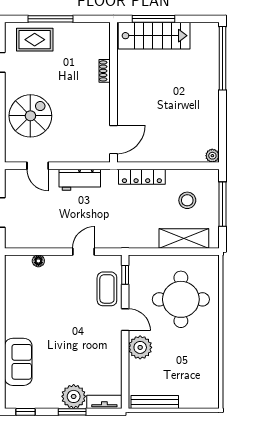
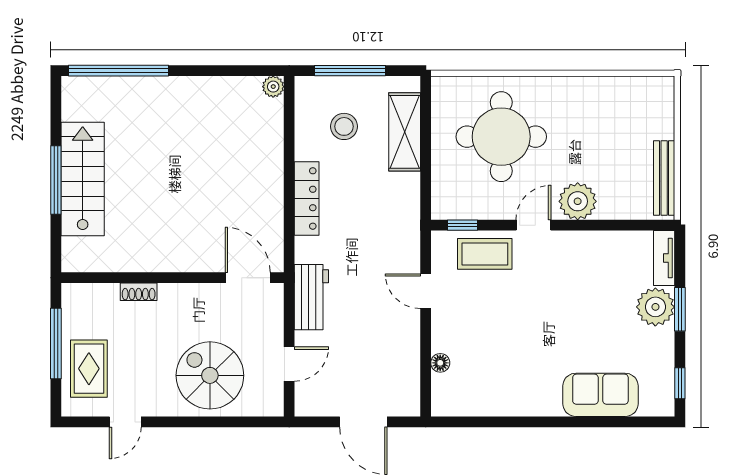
shoe rack: (105, 71) -> (139, 292), moved
wall: (114, 92) -> (173, 278), moved
door: (114, 140) -> (248, 278), moved

